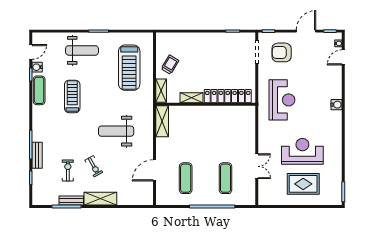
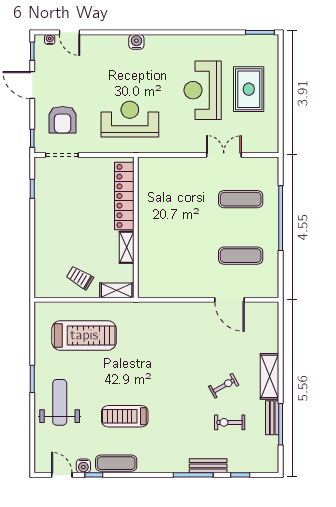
shelving: (162, 121) -> (160, 289), removed
weight bench: (116, 131) -> (174, 354), removed

